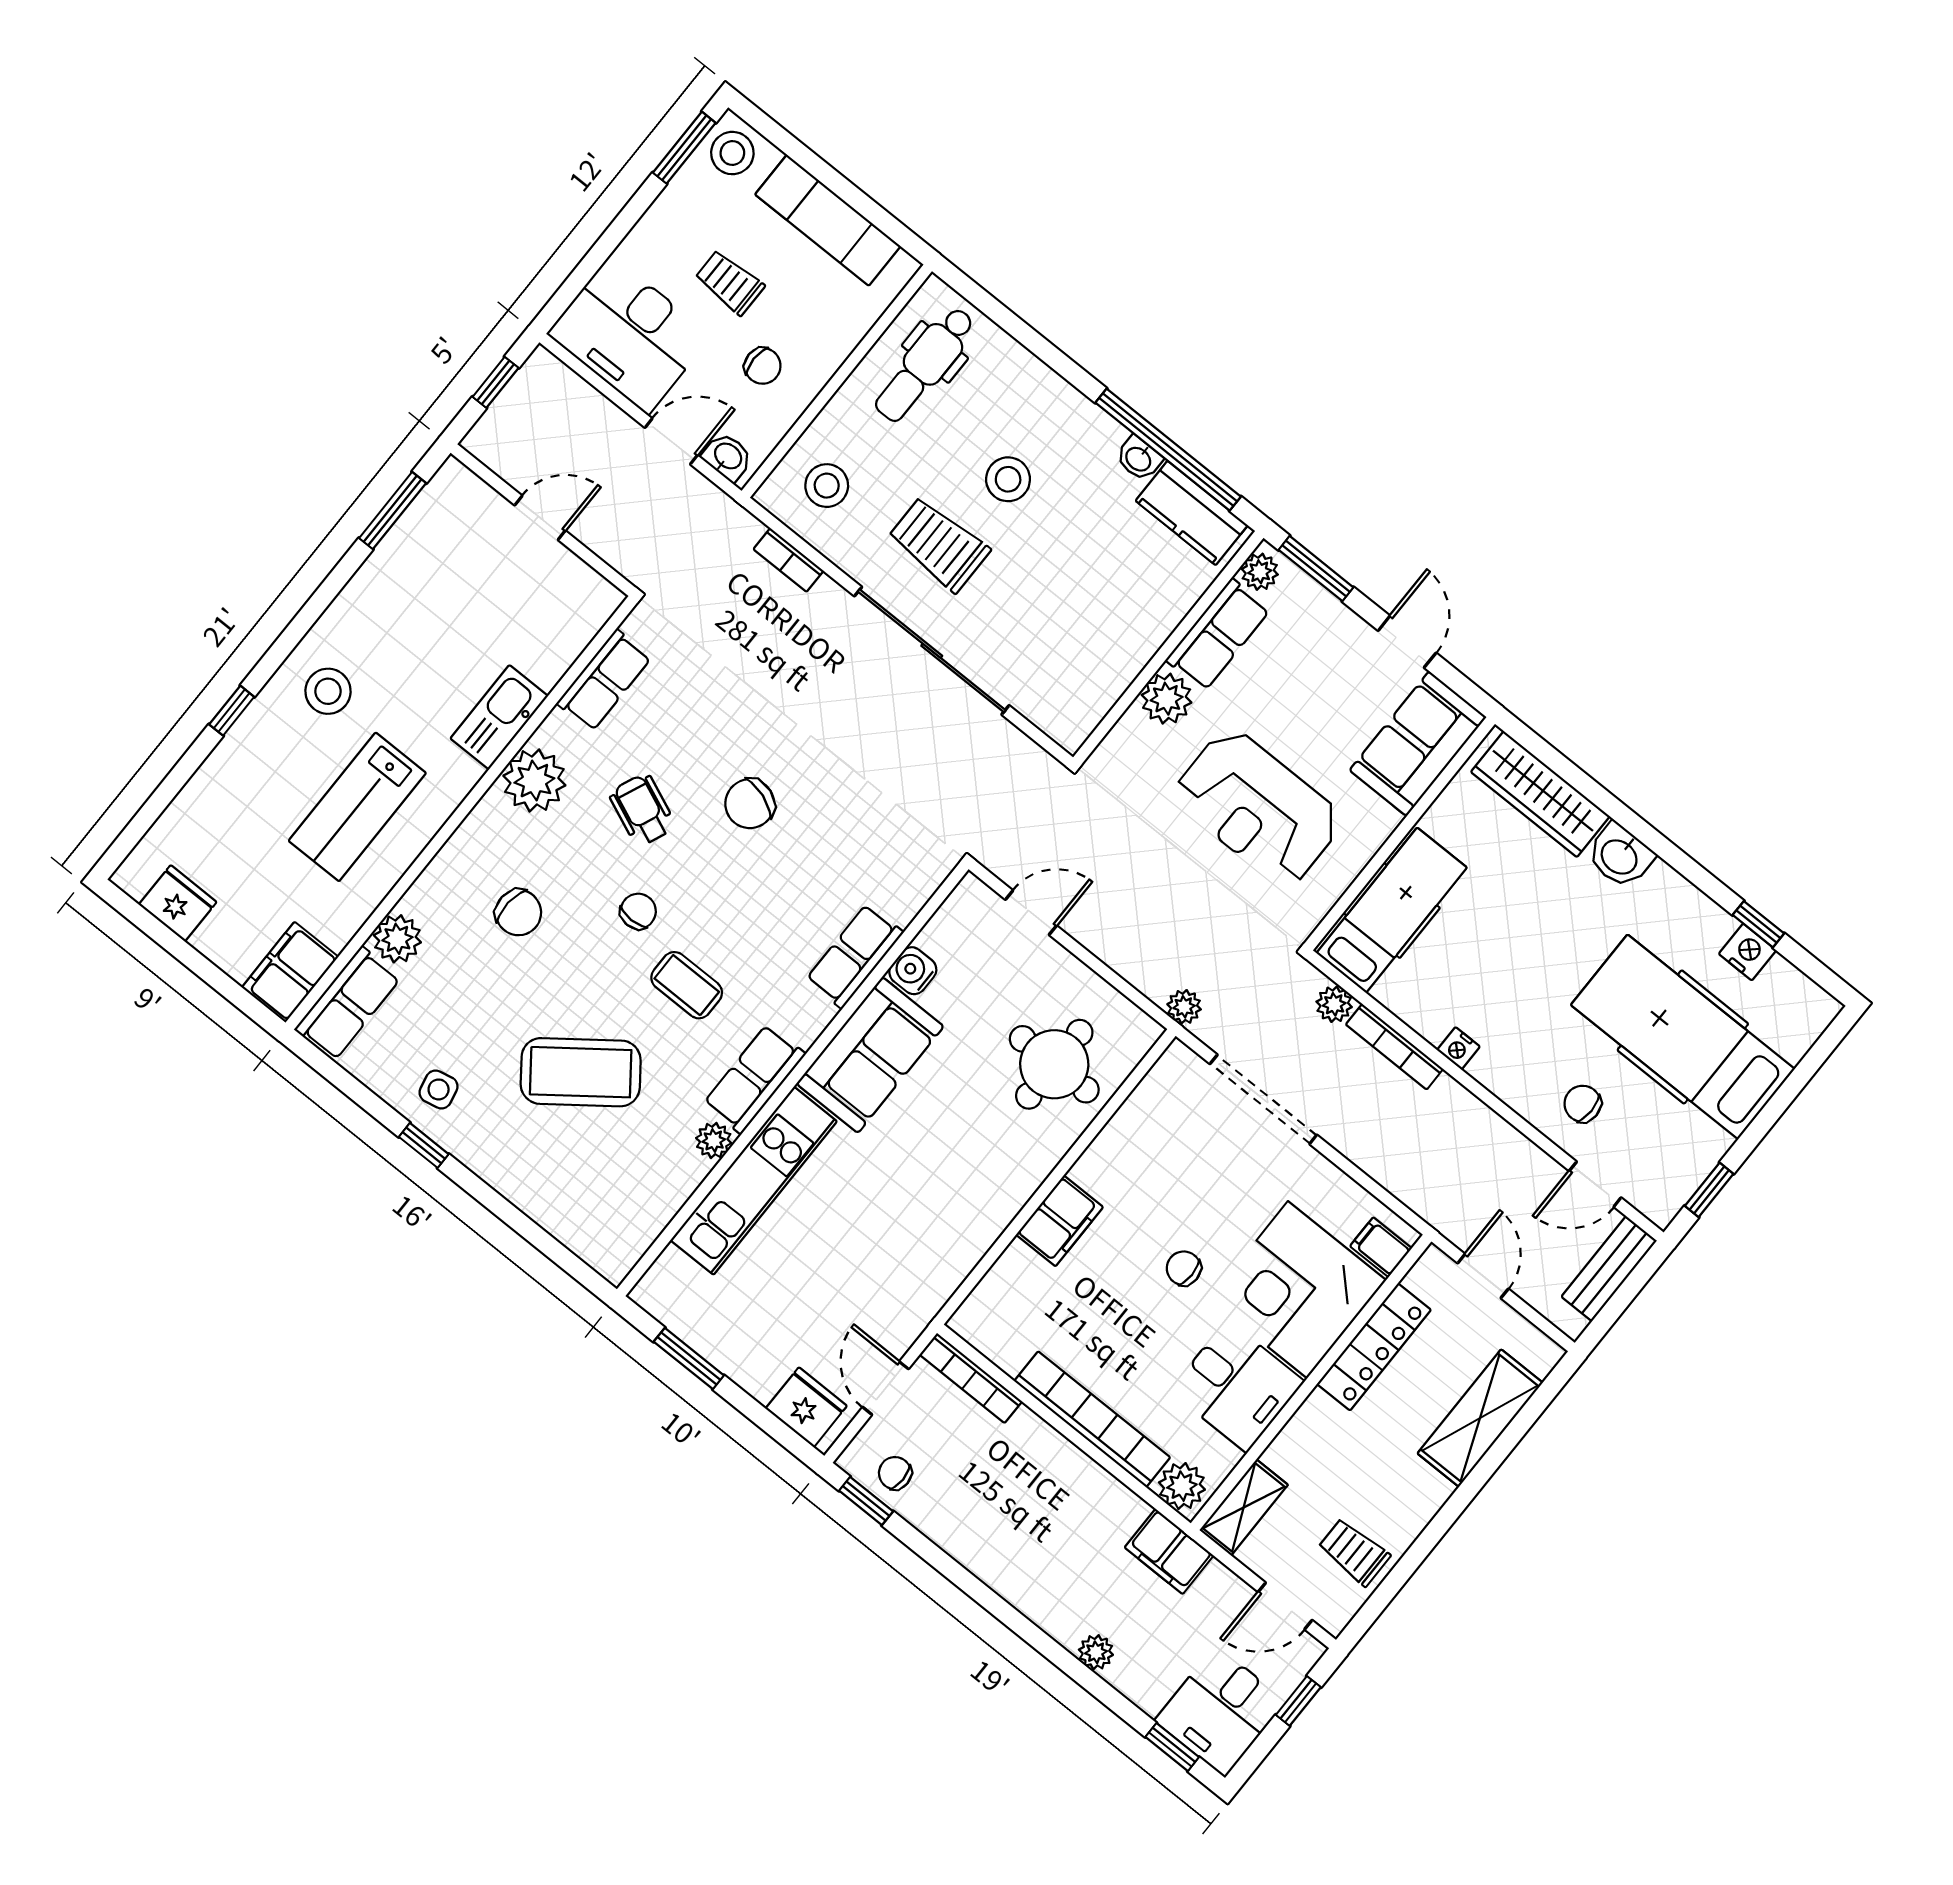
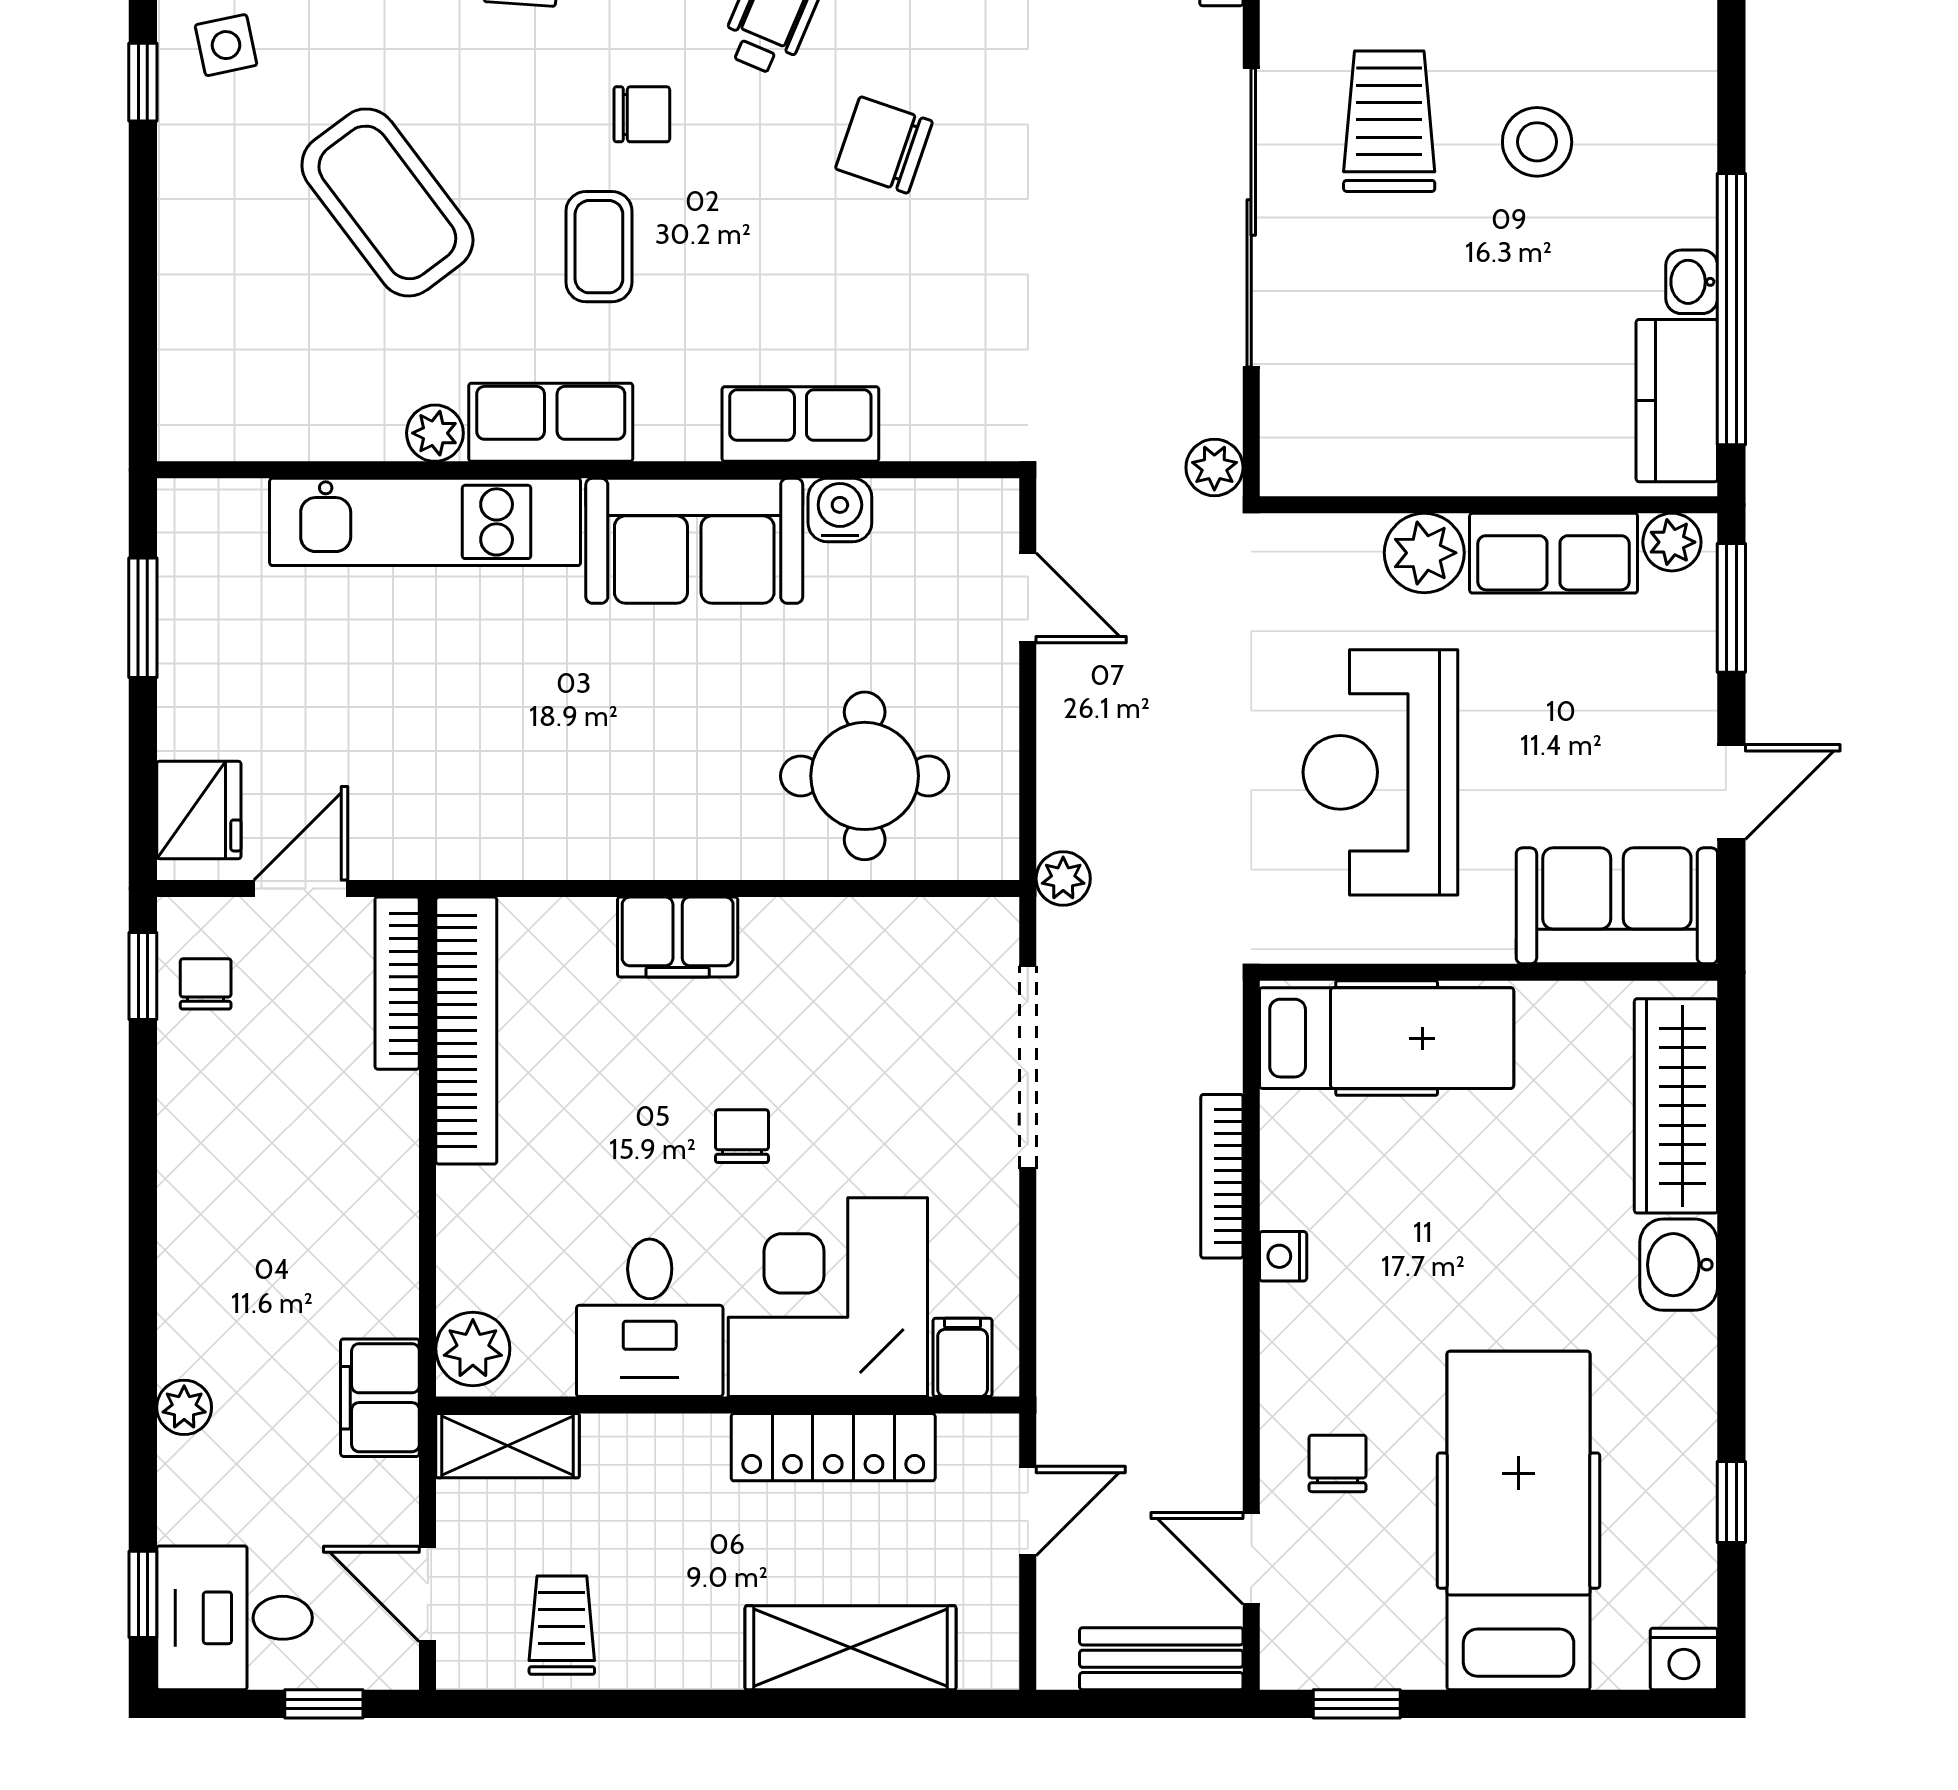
nightstand: (1747, 952) -> (1684, 1659), moved, turned 90
plant: (1334, 1004) -> (1214, 467), moved
bookcase: (1092, 1419) -> (466, 1031), moved

